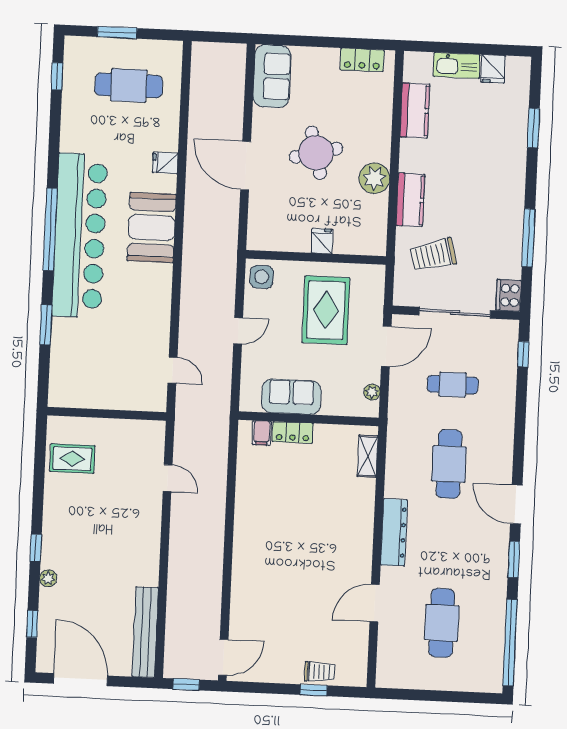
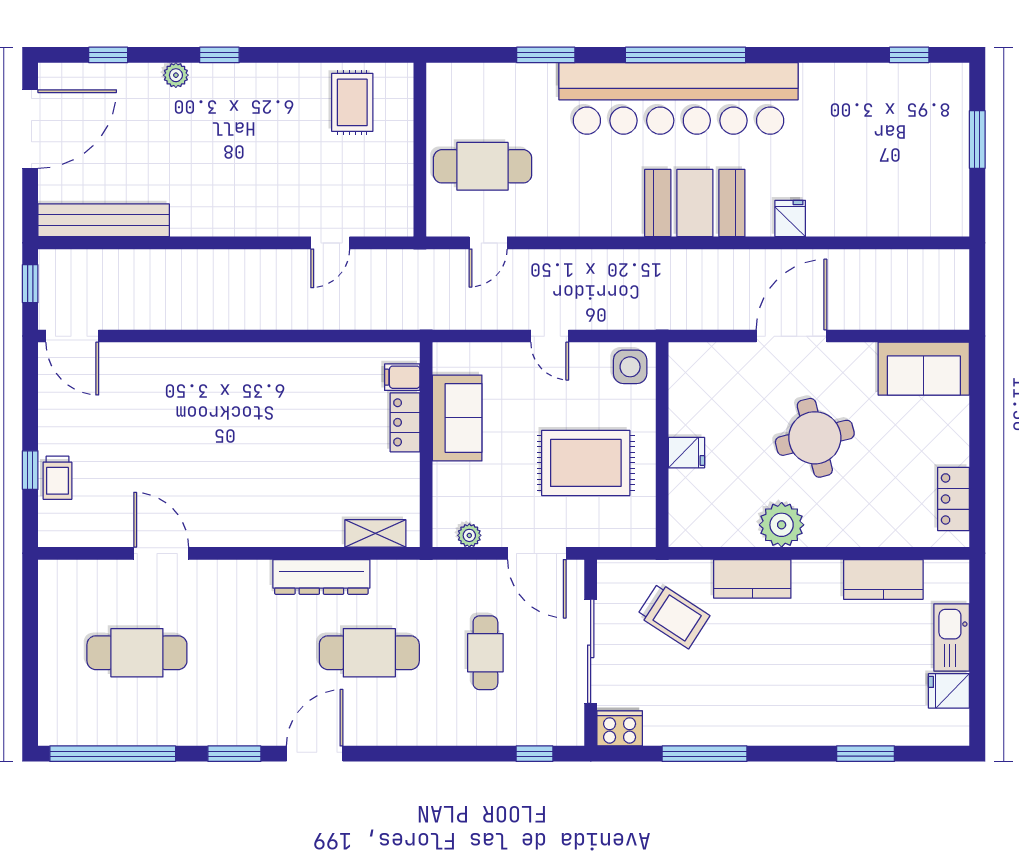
cafe table: (129, 85) -> (483, 166), moved, turned 90
trolley: (433, 255) -> (673, 616), turned 138
dresser: (394, 532) -> (321, 577), moved

